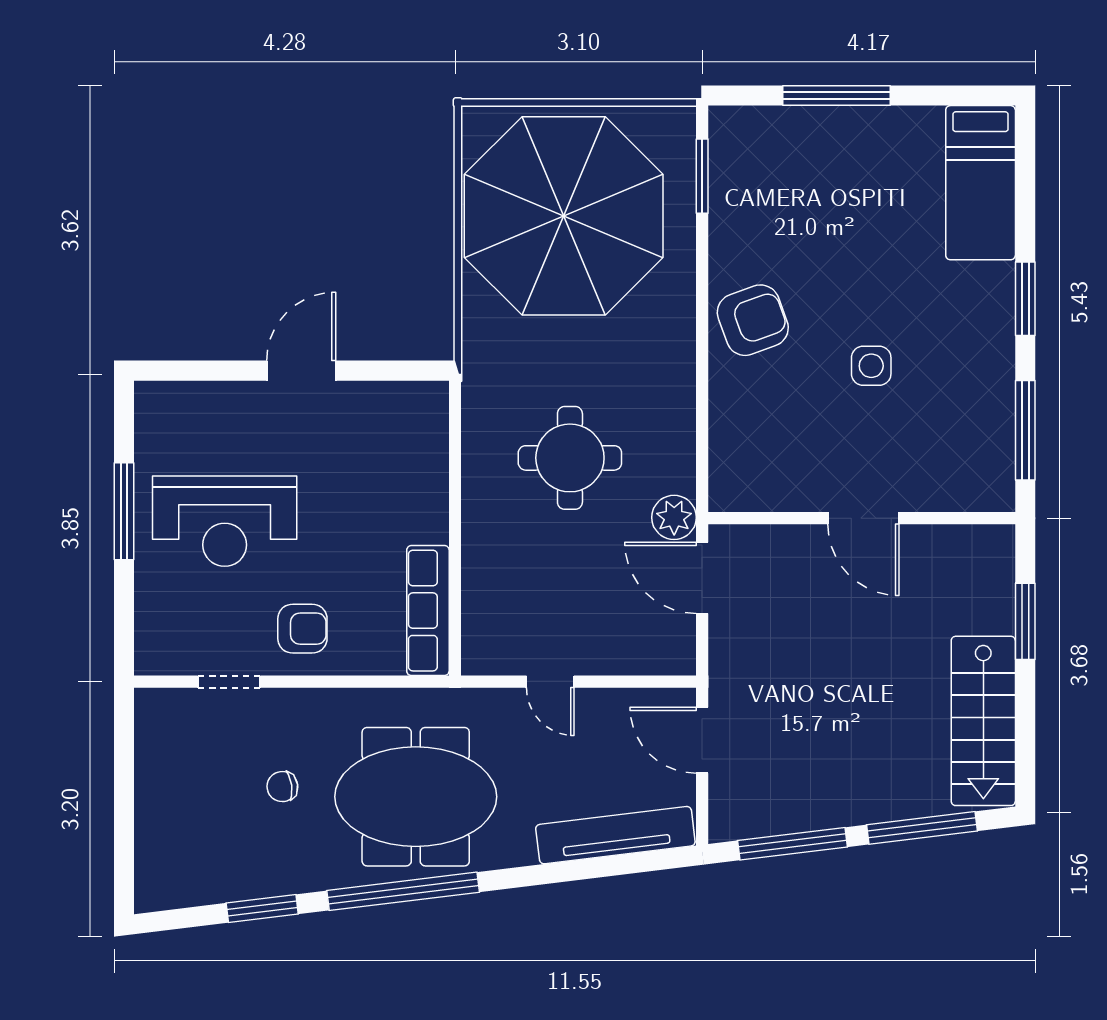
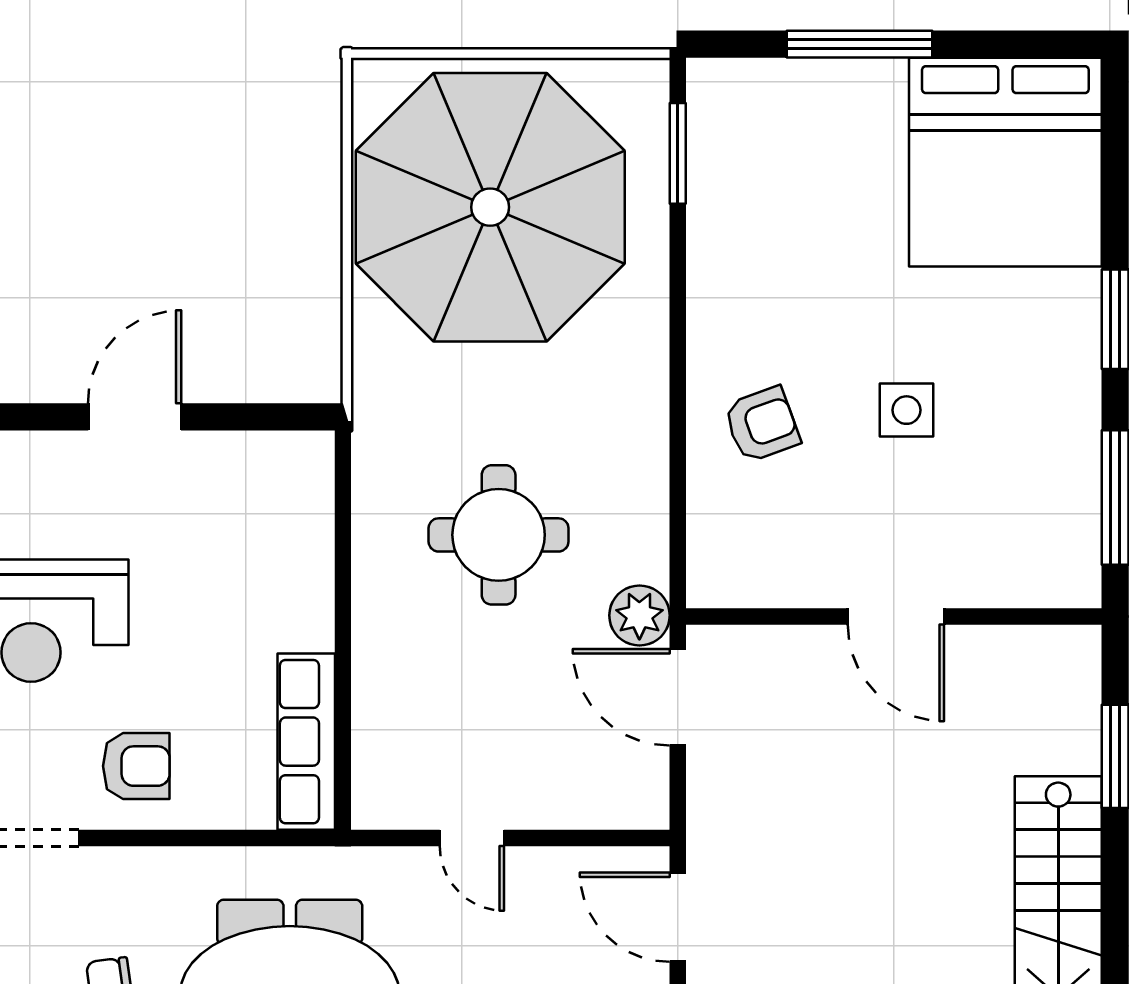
bed: (981, 183) -> (1005, 162), width x2.04
armchair: (753, 320) -> (762, 424), moved, width x0.72, depth x0.72

